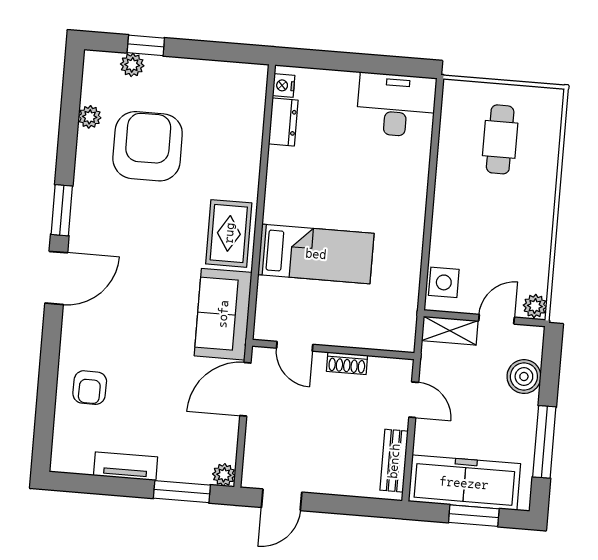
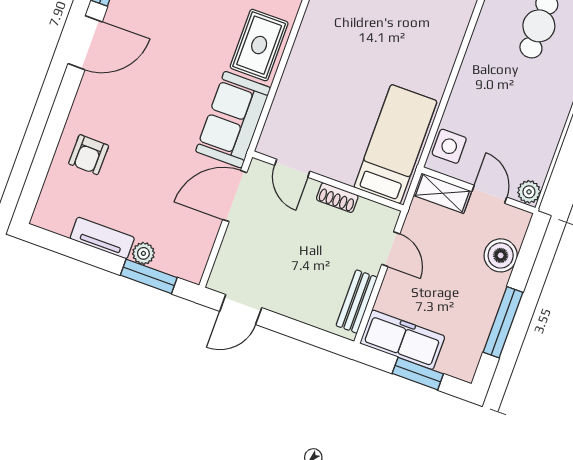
bed: (316, 254) -> (395, 144), moved, turned -90
door: (497, 319) -> (489, 194), hinge flipped
plant: (224, 475) -> (143, 253), moved
freezer: (464, 483) -> (402, 340), width x0.73, depth x0.79

